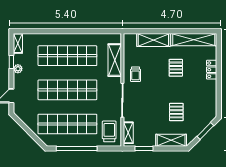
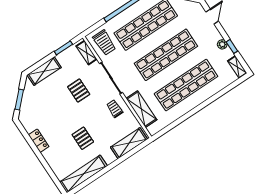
shelving: (153, 40) -> (129, 143), moved
locker: (212, 70) -> (39, 141), moved
pallet: (176, 112) -> (79, 91), moved

